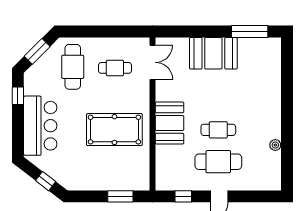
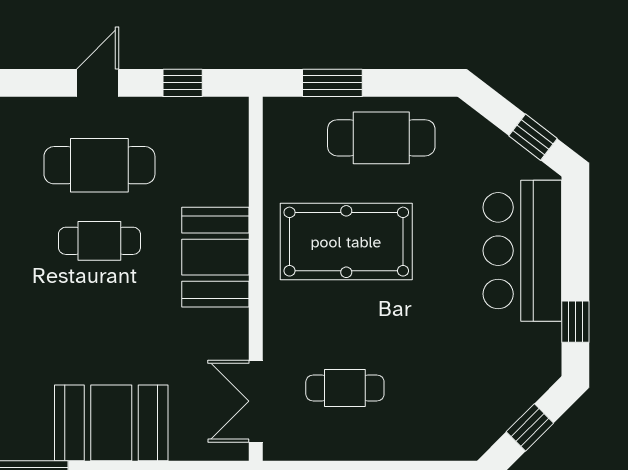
window: (37, 51) -> (530, 427), width x0.67
cafe table: (73, 67) -> (381, 138), moved, turned 90
window: (46, 181) -> (533, 137), moved

